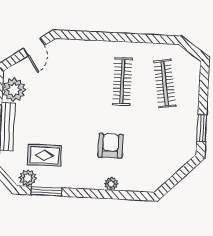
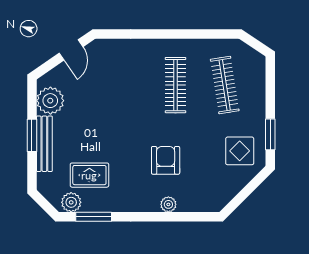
display table: (175, 141) -> (240, 151), added

